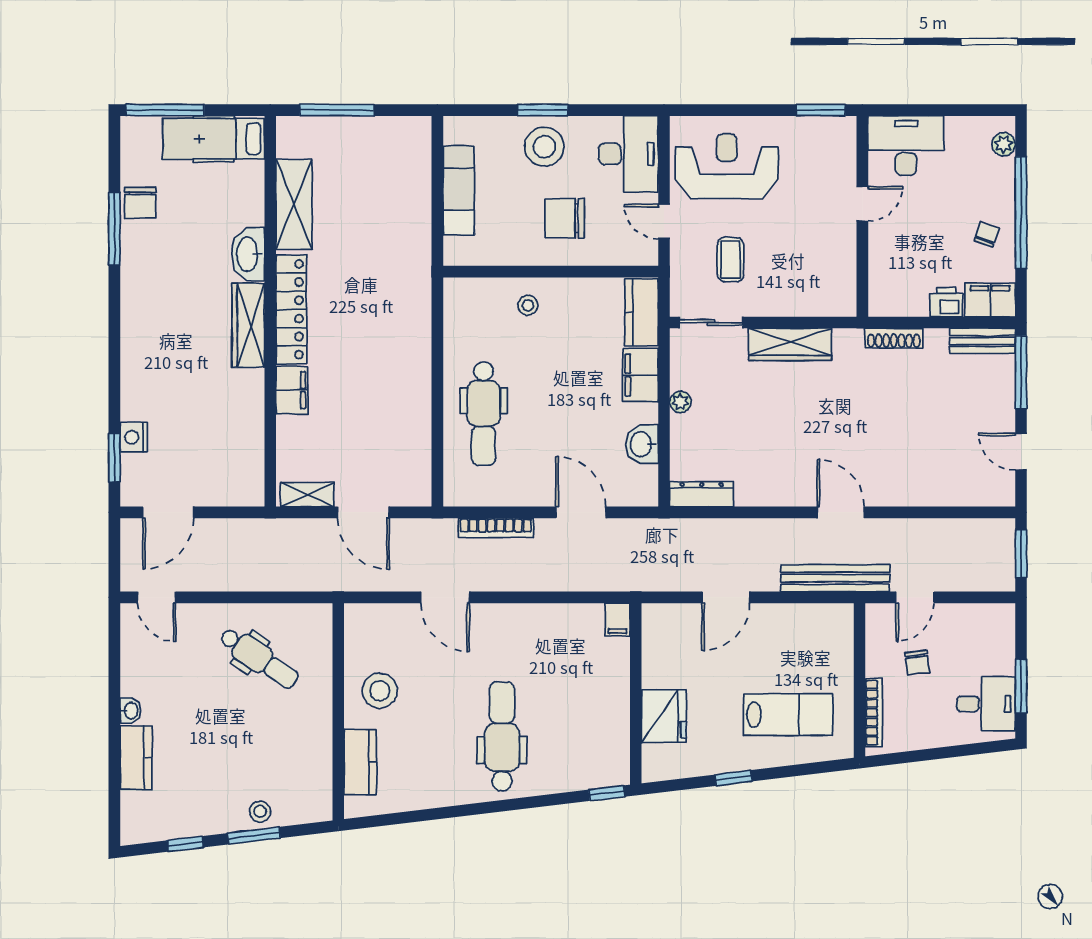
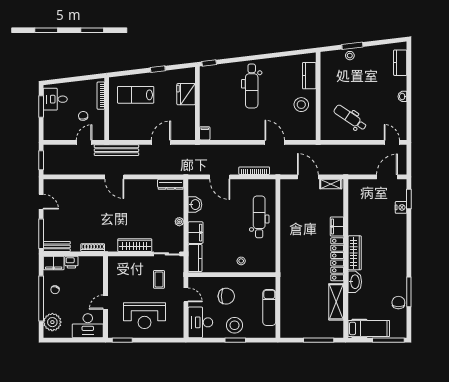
plant: (1004, 144) -> (52, 322), width x1.88, depth x1.88
reception desk: (727, 166) -> (145, 316), moved
kitchen counter: (136, 758) -> (400, 63), moved
window: (185, 844) -> (380, 42), removed

